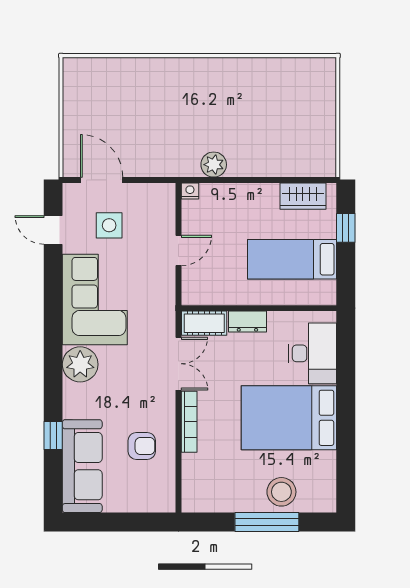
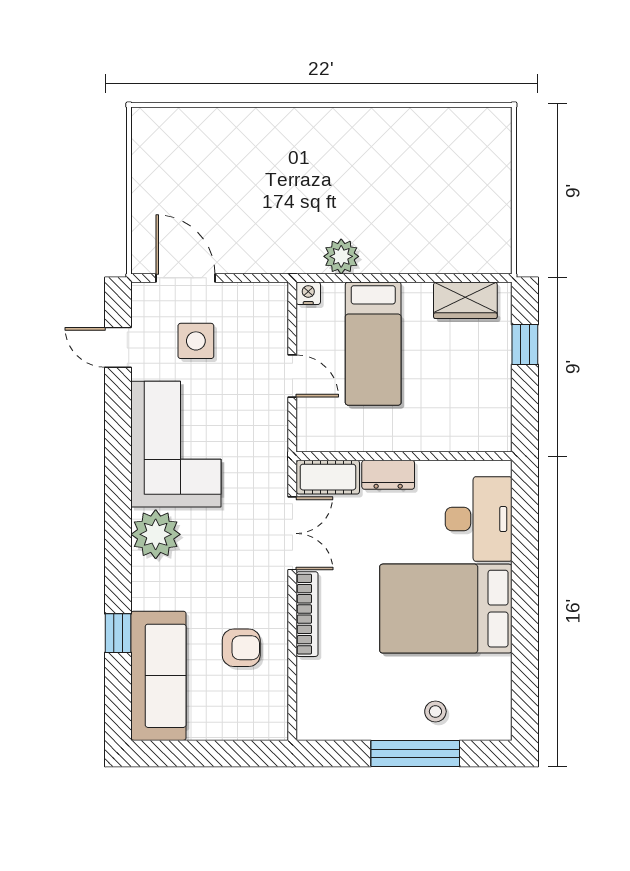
door: (178, 251) -> (292, 376), hinge flipped
bed: (292, 259) -> (373, 344), moved, turned -90
stool: (281, 492) -> (435, 712), width x0.53, depth x0.53

